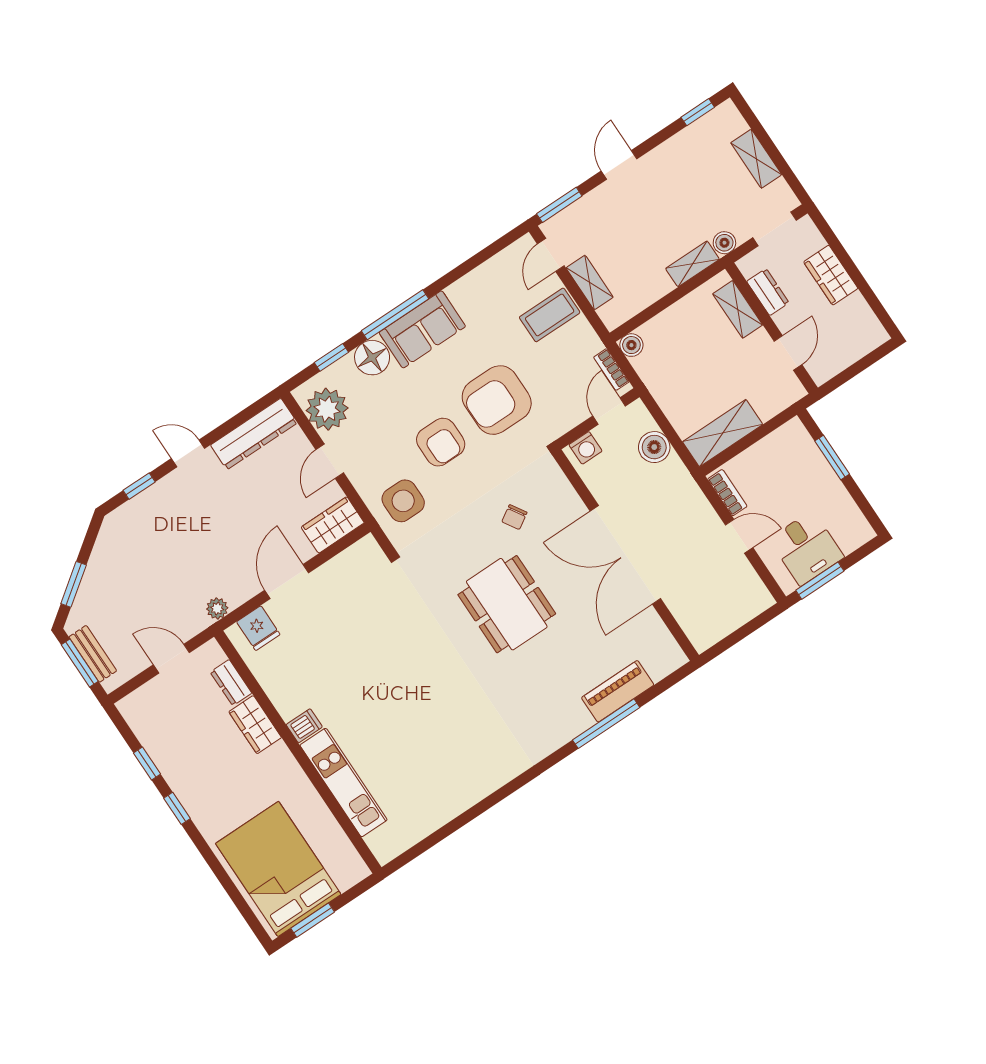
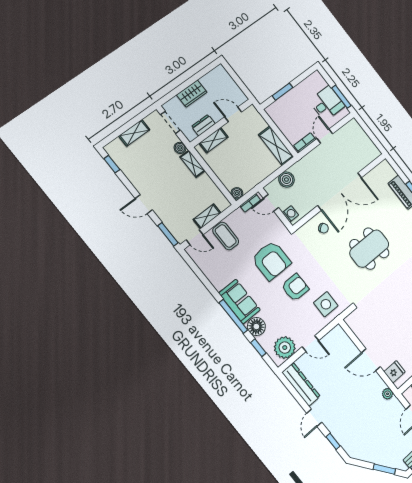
chair: (514, 517) -> (323, 228), moved
wardrobe: (333, 525) -> (341, 339), removed

